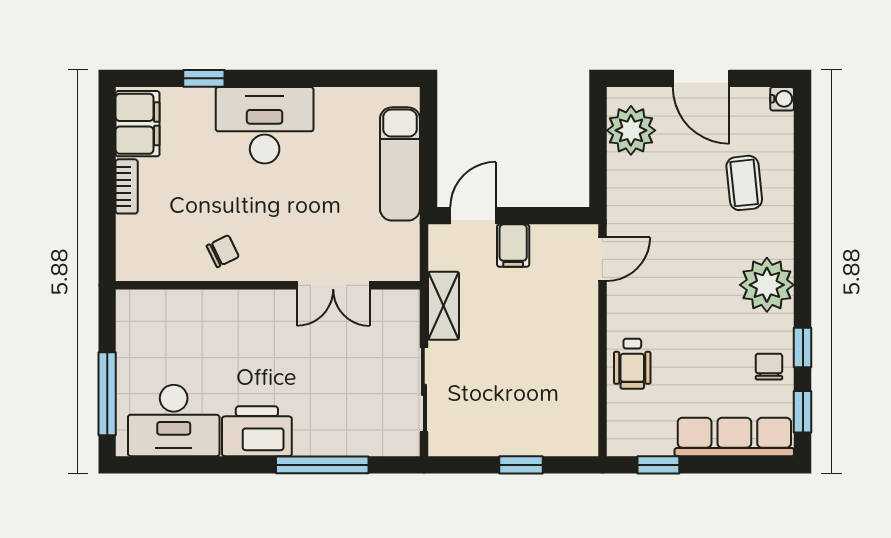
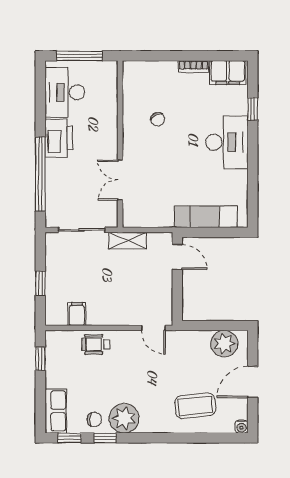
coffee table: (744, 183) -> (195, 406), width x1.36, depth x1.30
filing cabinet: (513, 246) -> (77, 314), moved, turned 90
wall: (268, 285) -> (120, 144), moved
double door: (333, 285) -> (120, 180), moved
plant: (767, 285) -> (124, 418), moved
row of seats: (734, 437) -> (56, 411), width x0.68
window: (322, 465) -> (40, 174), width x1.46

